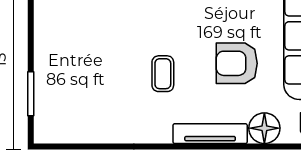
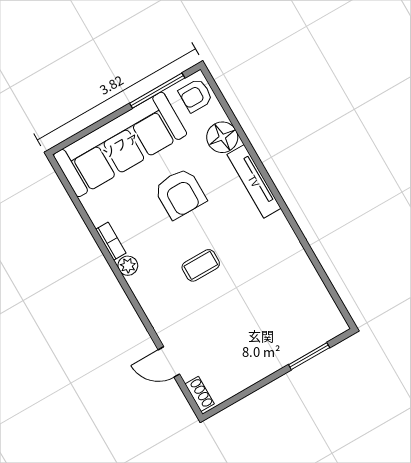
coffee table: (163, 74) -> (201, 265), moved

